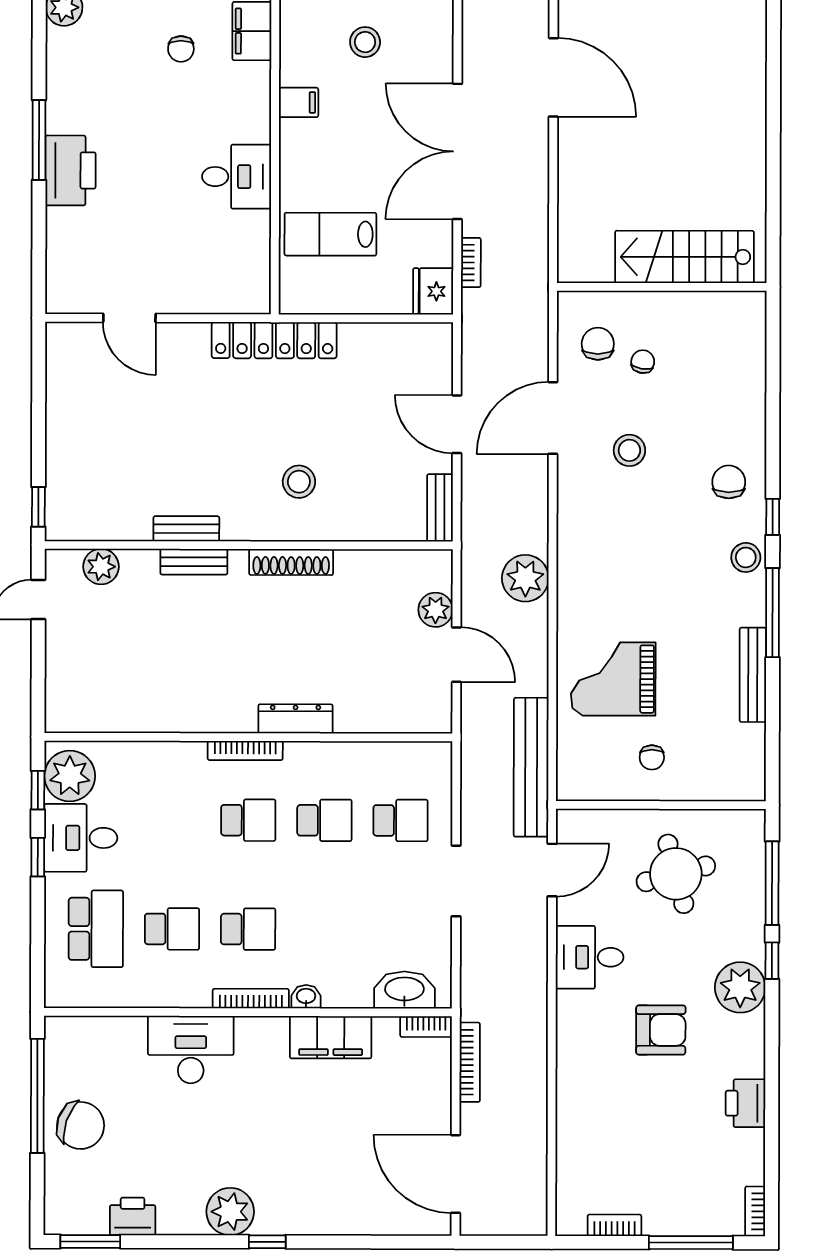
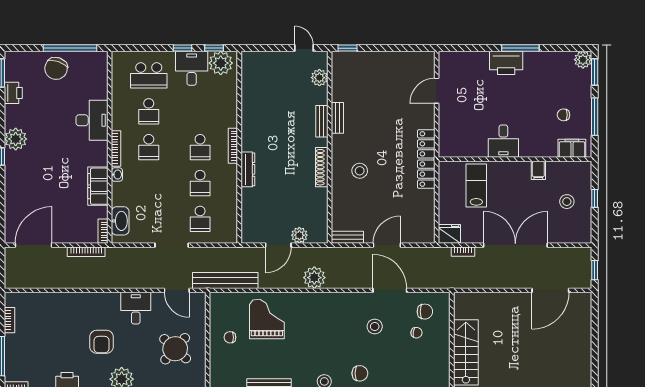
round table: (676, 874) -> (175, 349), turned -33

